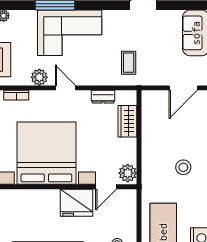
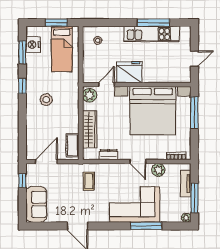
cot: (150, 109) -> (72, 145), added
wardrobe: (127, 121) -> (90, 129), width x1.50

